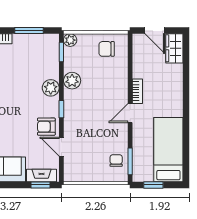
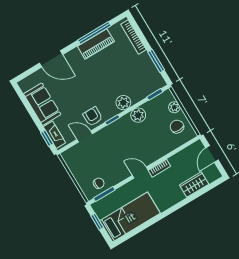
plant: (70, 40) -> (174, 107), moved
wardrobe: (174, 48) -> (194, 185), moved
door: (61, 147) -> (85, 137), hinge flipped

